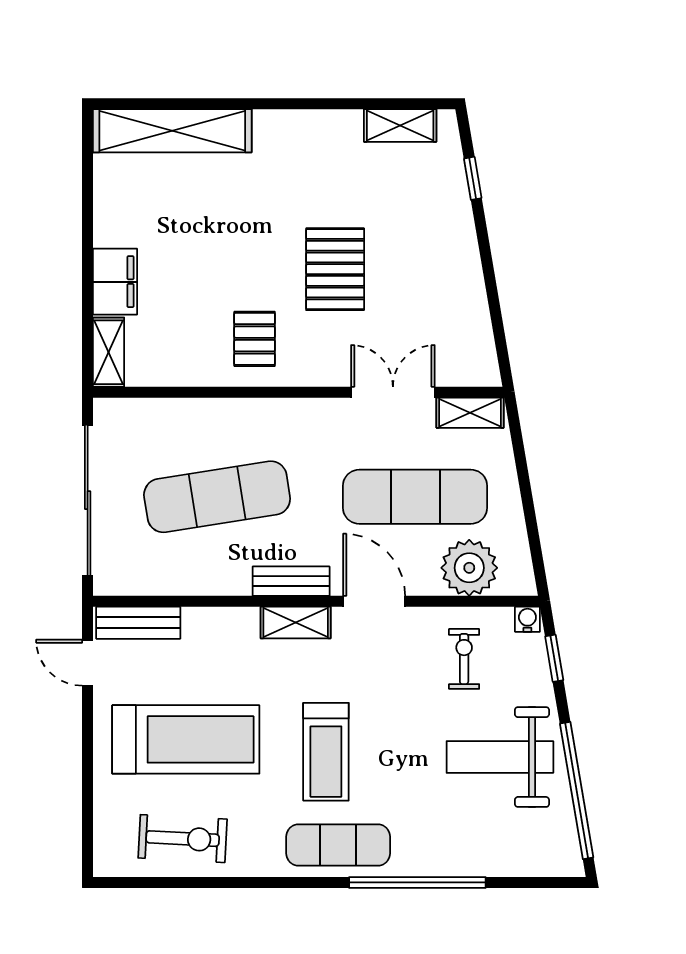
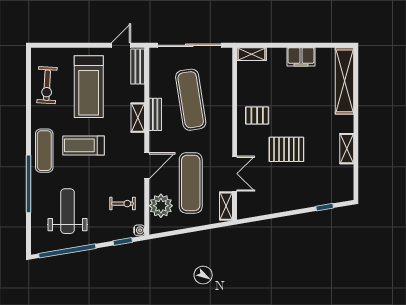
shelving: (400, 125) -> (347, 149), moved
filing cabinet: (115, 282) -> (301, 57), moved
bench: (291, 581) -> (155, 114), moved
shelving: (296, 622) -> (138, 118), moved
weight bench: (500, 757) -> (67, 211), moved

